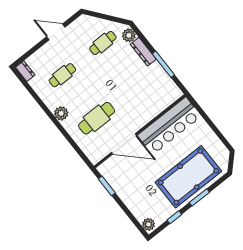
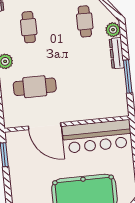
cafe table: (103, 43) -> (85, 21), turned 90
cafe table: (62, 75) -> (29, 27), turned 90

